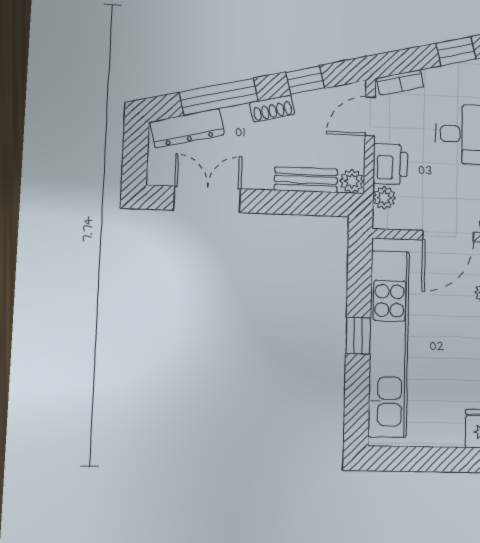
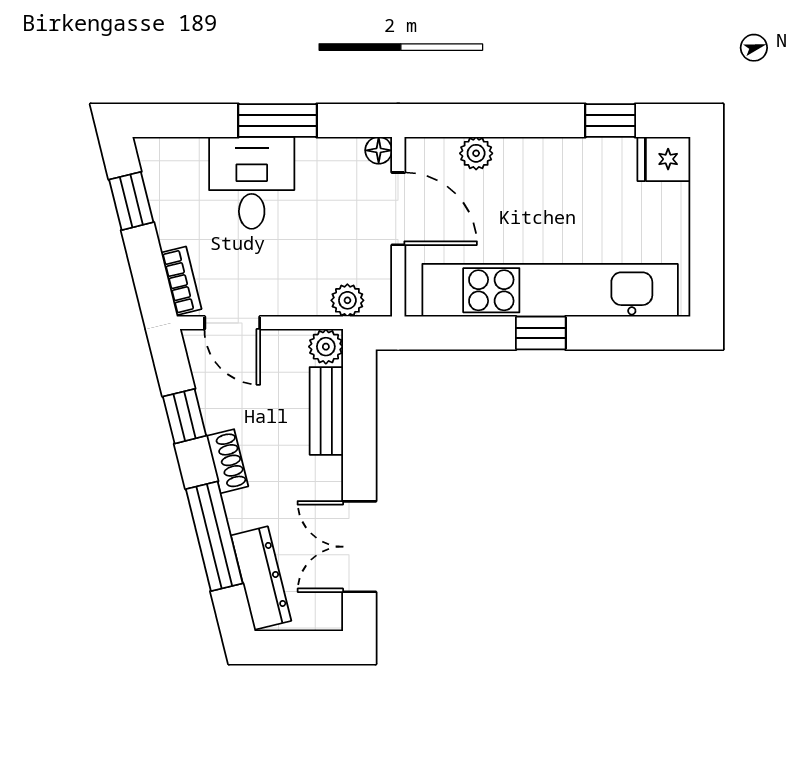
printer: (390, 164) -> (299, 293), removed

